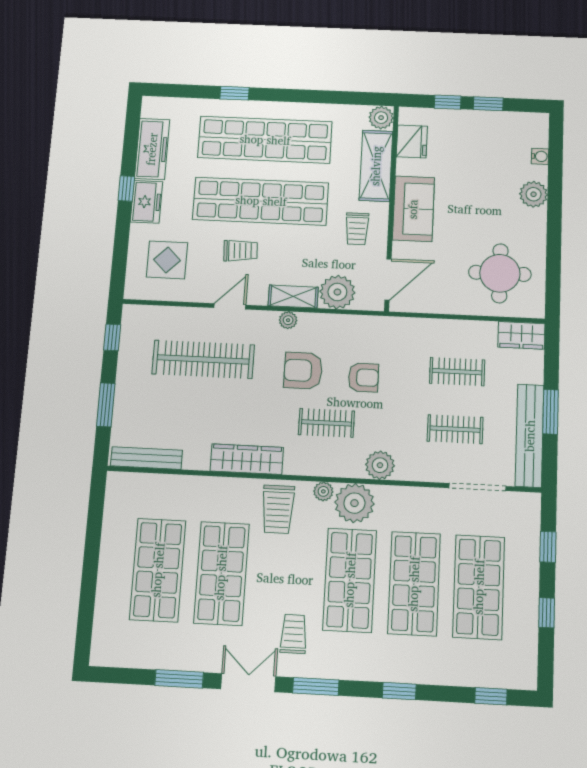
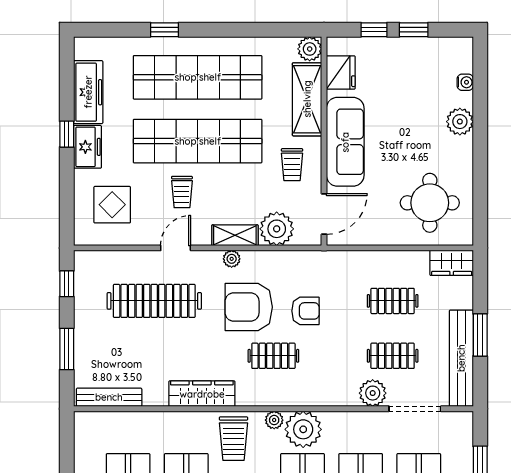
sofa: (413, 209) -> (345, 142), width x1.36
trolley: (241, 251) -> (182, 192), turned 93
armchair: (303, 371) -> (249, 307), width x1.36, depth x1.36
plant: (380, 465) -> (373, 393), moved

